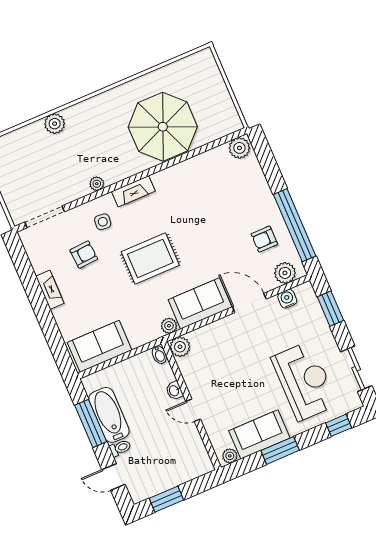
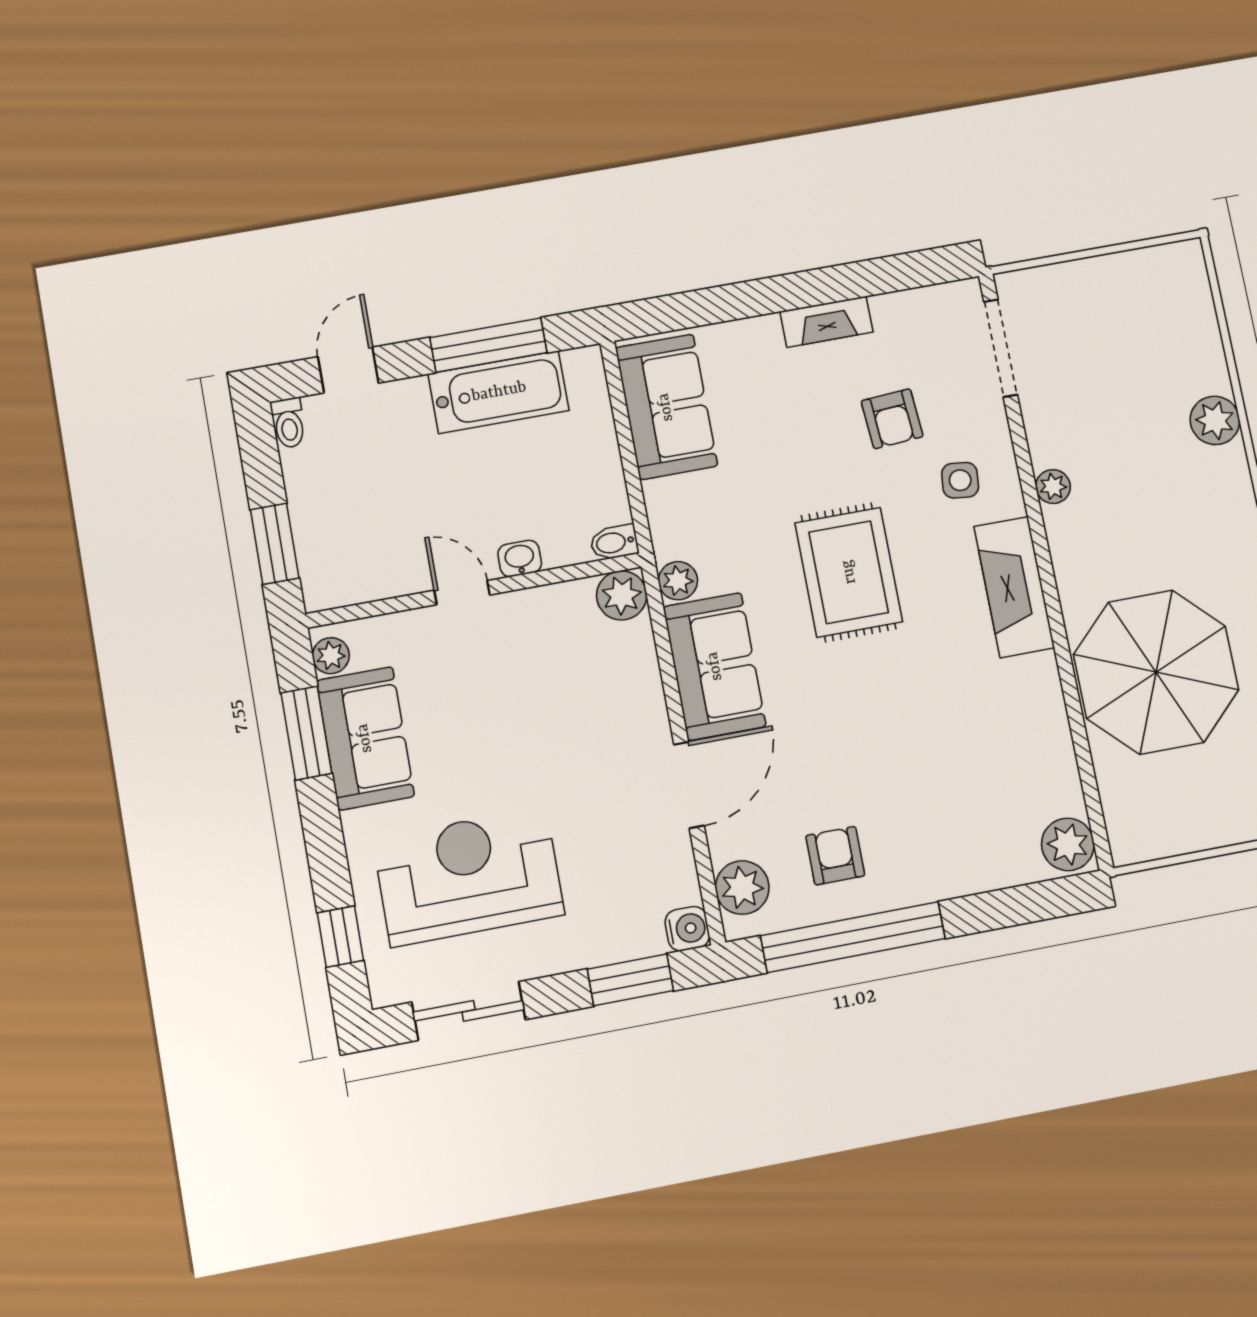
fireplace: (133, 191) -> (1014, 587), width x1.37, depth x1.32
water cooler: (287, 299) -> (687, 929), moved
reception desk: (304, 381) -> (469, 877), turned 180
door: (193, 410) -> (462, 593), hinge flipped
toilet: (120, 448) -> (288, 423), moved
window: (280, 450) -> (306, 733), moved
window: (166, 499) -> (275, 544), moved

